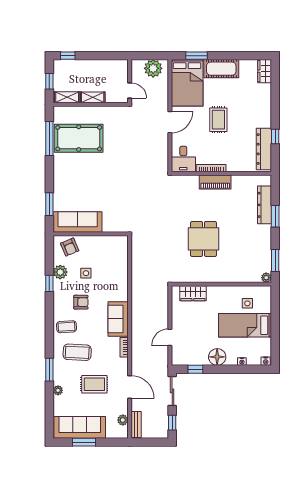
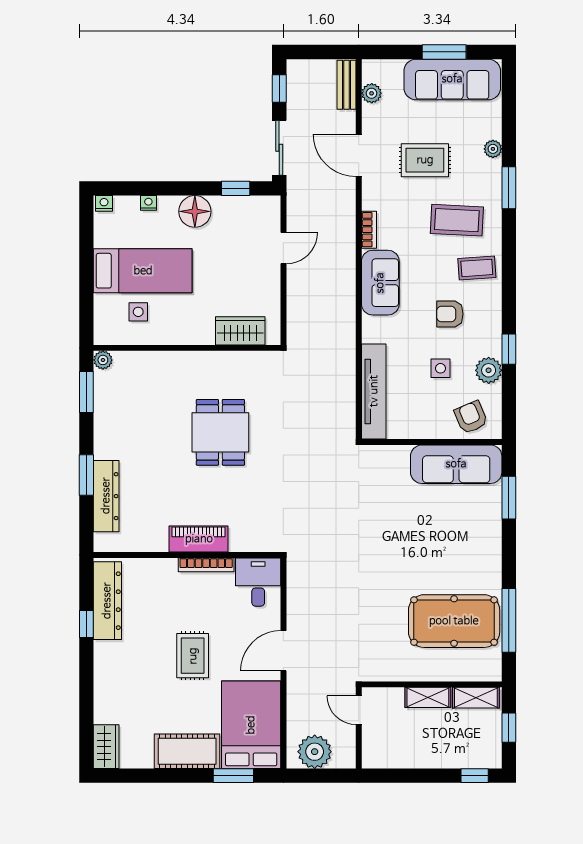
tv unit: (122, 261) -> (374, 391), added

